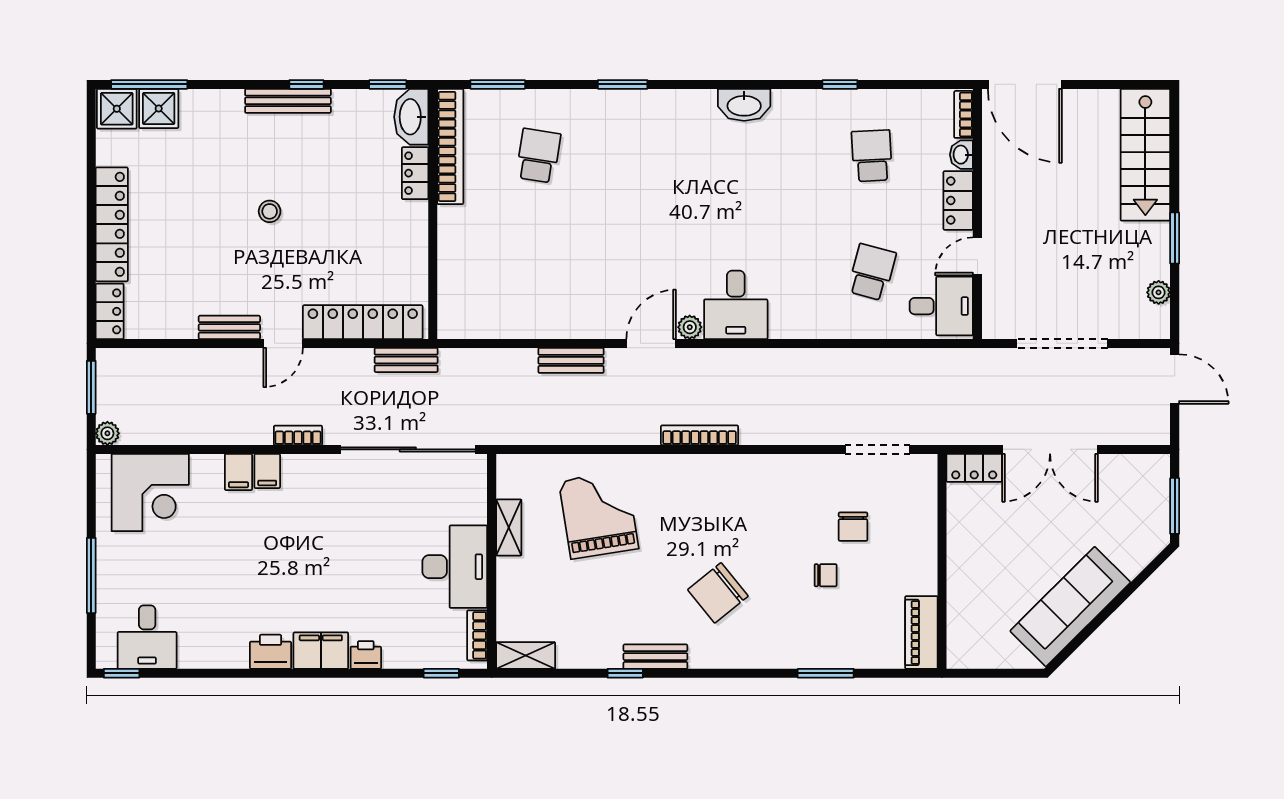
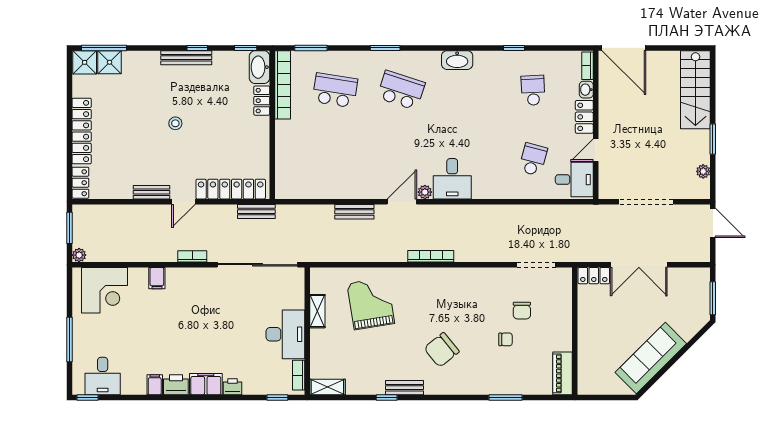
school desk: (538, 156) -> (335, 90), width x1.85
school desk: (649, 156) -> (401, 90), added
filing cabinet: (267, 471) -> (155, 385), moved, turned 180

